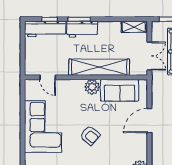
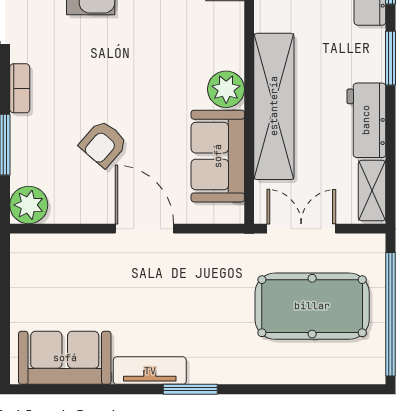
workbench: (82, 29) -> (366, 120), moved
double door: (149, 56) -> (301, 229), swing flipped
armchair: (90, 135) -> (103, 144), moved

